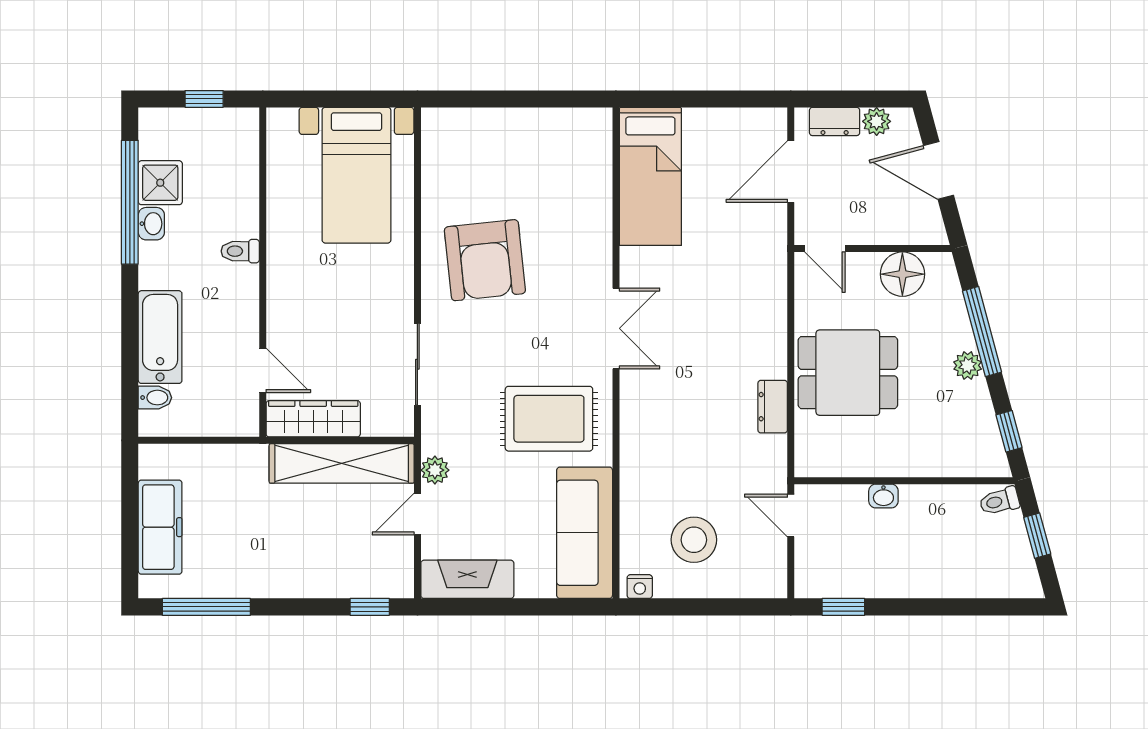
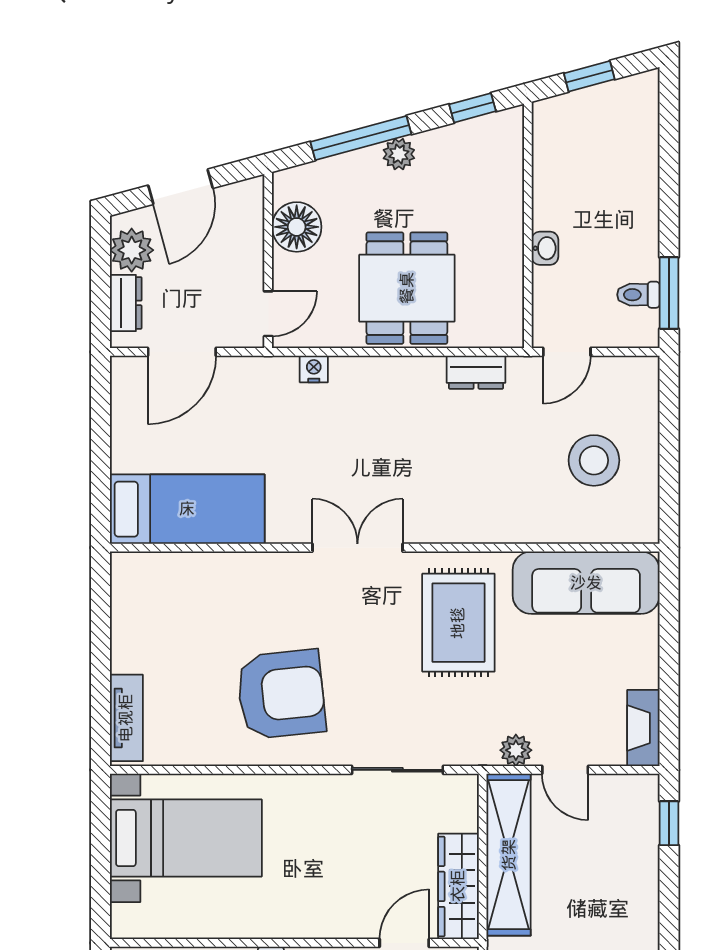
plant: (877, 121) -> (132, 250), width x1.38, depth x1.38
tv unit: (464, 122) -> (126, 718), added
door: (791, 172) -> (182, 352), hinge flipped
dresser: (773, 407) -> (476, 372), moved
toilet: (999, 501) -> (638, 295), moved, turned 105
fireplace: (467, 579) -> (643, 728), width x0.73, depth x0.76
nightstand: (640, 587) -> (314, 369), moved, turned -90
window: (843, 607) -> (669, 293), width x1.50

